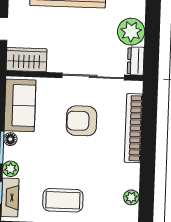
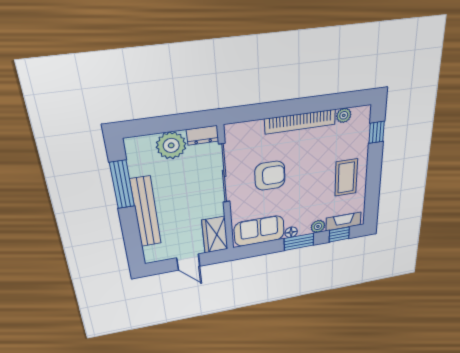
armchair: (82, 121) -> (270, 176), turned -90
bookcase: (133, 128) -> (300, 122), moved

